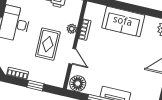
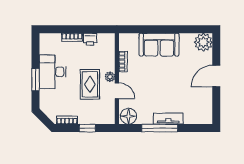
plant: (72, 29) -> (110, 77), moved

